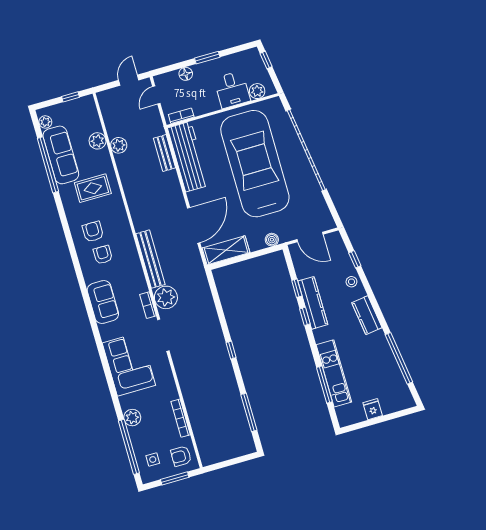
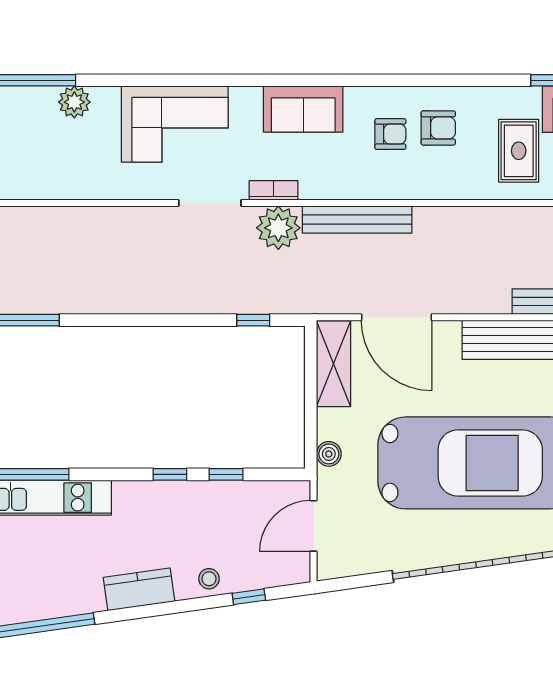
kitchen counter: (313, 303) -> (191, 496), removed
window: (231, 350) -> (253, 320), moved
bookcase: (181, 418) -> (48, 191), removed

